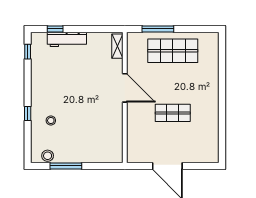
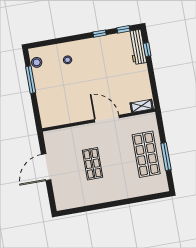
window: (158, 29) -> (166, 157), moved
workbench: (67, 39) -> (137, 47), moved
door: (125, 88) -> (107, 119), swing flipped
window: (28, 113) -> (100, 34), moved

